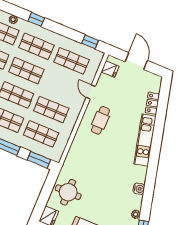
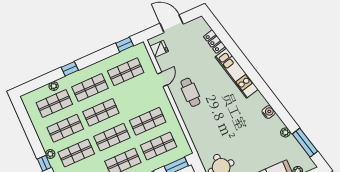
door: (91, 92) -> (162, 79), swing flipped

